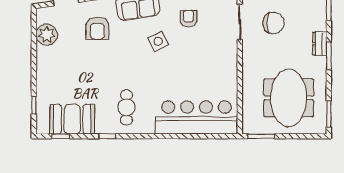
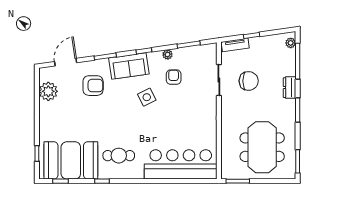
armchair: (97, 28) -> (93, 86), turned -90
dresser: (320, 44) -> (290, 88), moved
cafe table: (126, 107) -> (119, 156), turned 90
booth: (72, 119) -> (71, 160), width x1.36, depth x1.42

